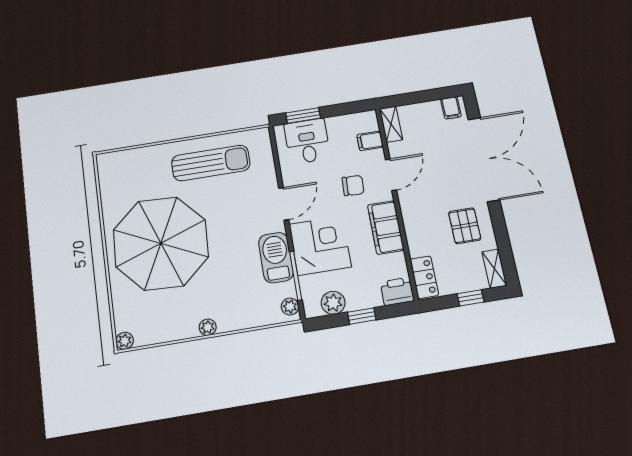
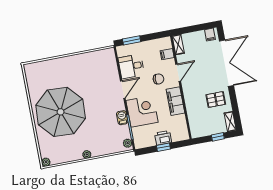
desk: (307, 141) -> (131, 66), moved, turned -90
sun lounger: (211, 163) -> (84, 68), removed
pallet: (465, 226) -> (216, 99), turned 90
barbecue: (276, 258) -> (122, 118), width x0.53, depth x0.65
locker: (424, 277) -> (195, 127), removed
printer: (397, 291) -> (163, 138), moved
plant: (333, 303) -> (149, 141), removed

